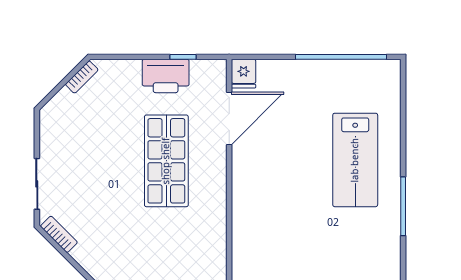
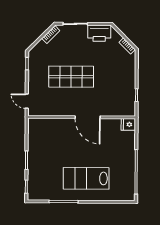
printer: (166, 76) -> (99, 33), moved, turned -90
door: (229, 119) -> (88, 117), moved
shop shelf: (166, 161) -> (71, 77), moved

